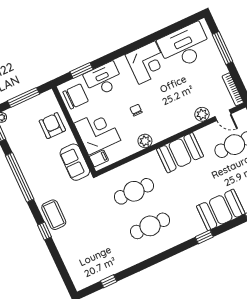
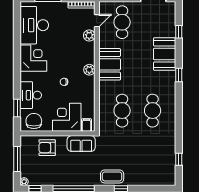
plant: (145, 141) -> (89, 70), moved

